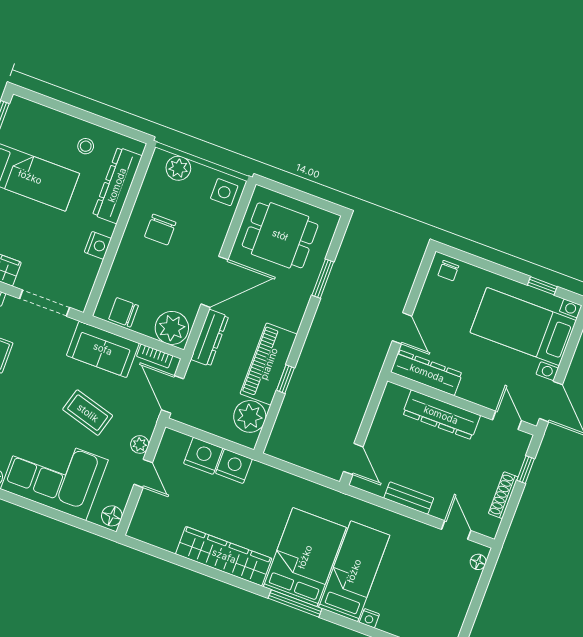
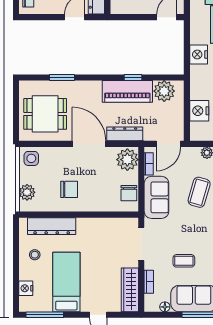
dining table: (280, 235) -> (45, 114), turned 90
nightstand: (98, 245) -> (26, 288), moved, turned -90
nightstand: (234, 466) -> (199, 54), moved

